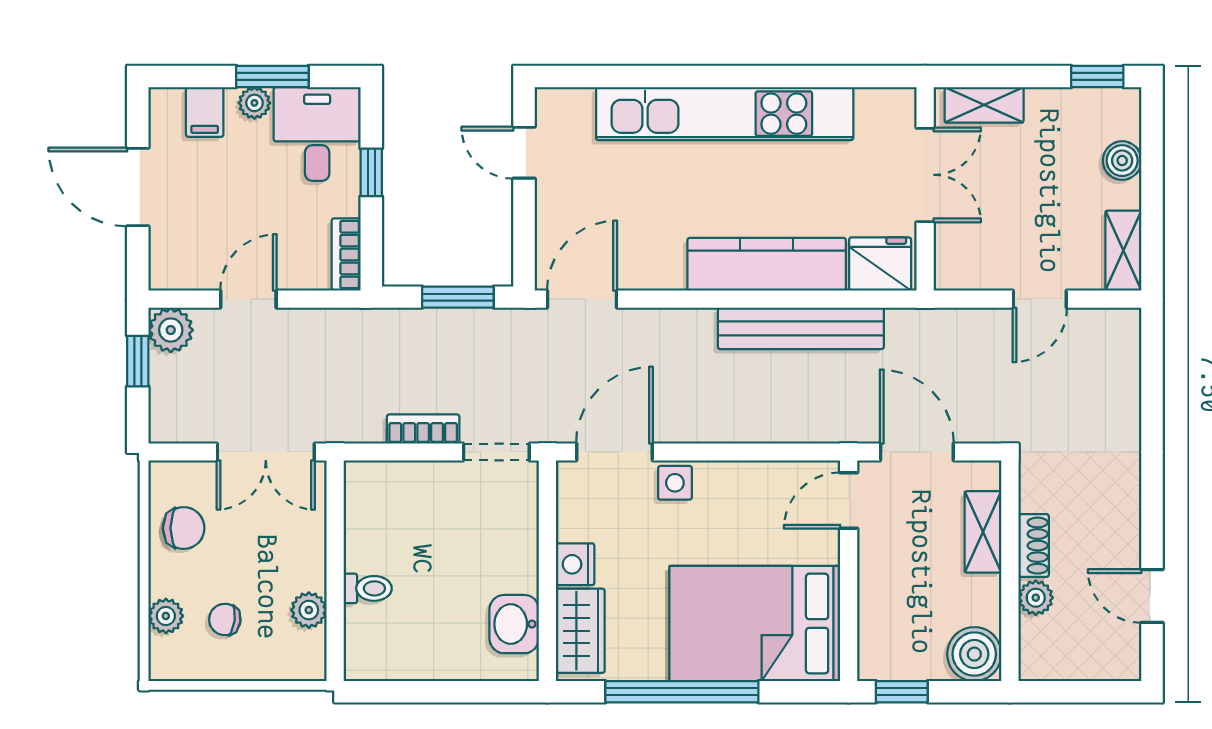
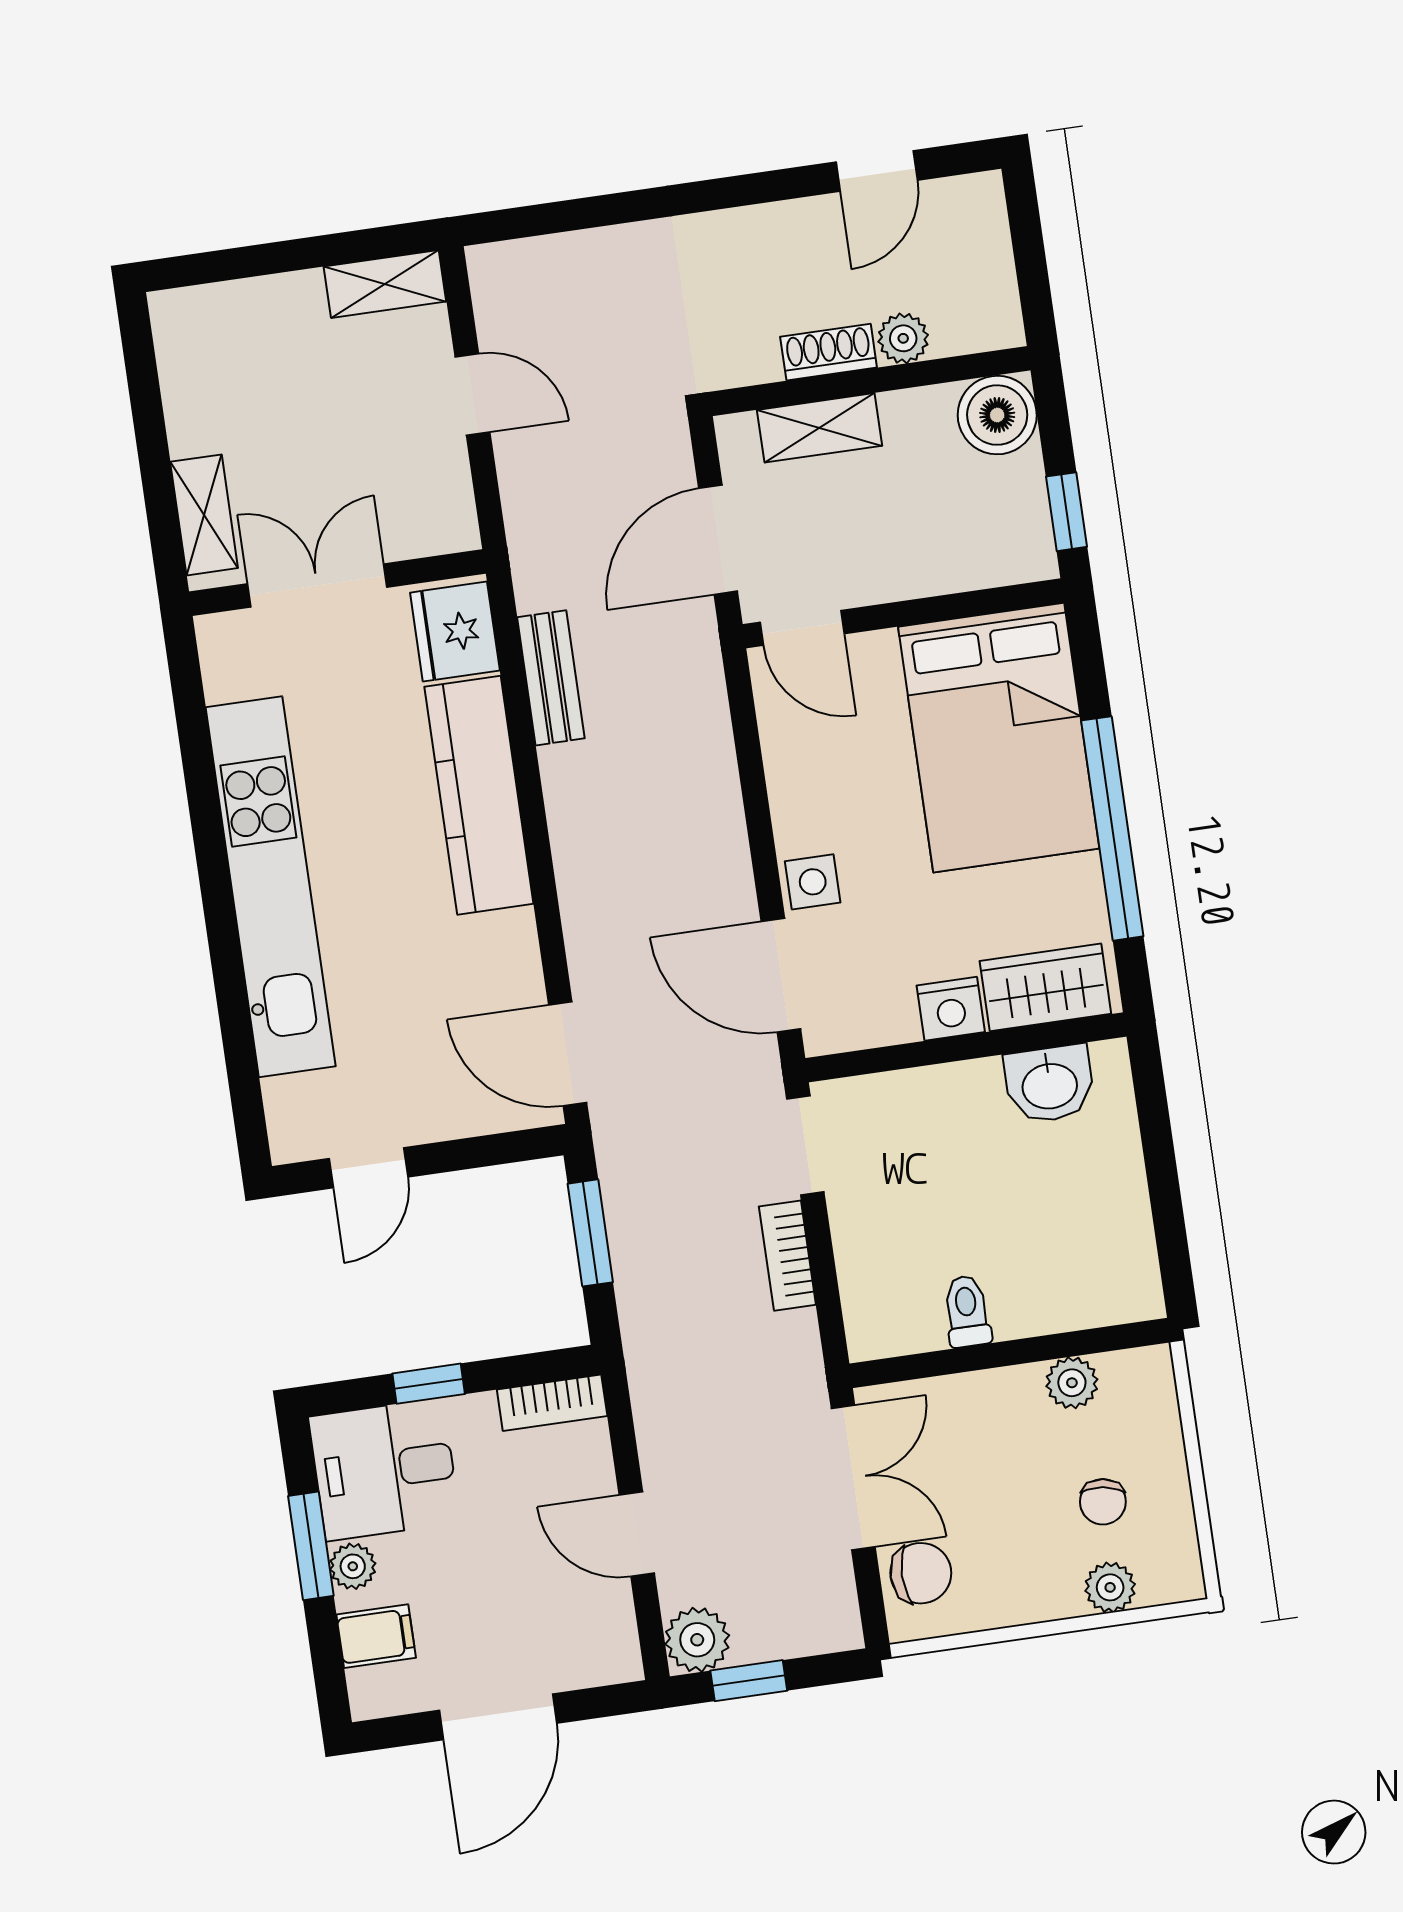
window: (1097, 76) -> (140, 358), removed
boiler: (1122, 161) -> (256, 305), removed
bench: (801, 328) -> (551, 678), width x0.54, depth x0.82
chair: (184, 528) -> (921, 1573), moved, turned 90
toilet: (368, 588) -> (967, 1311), moved

